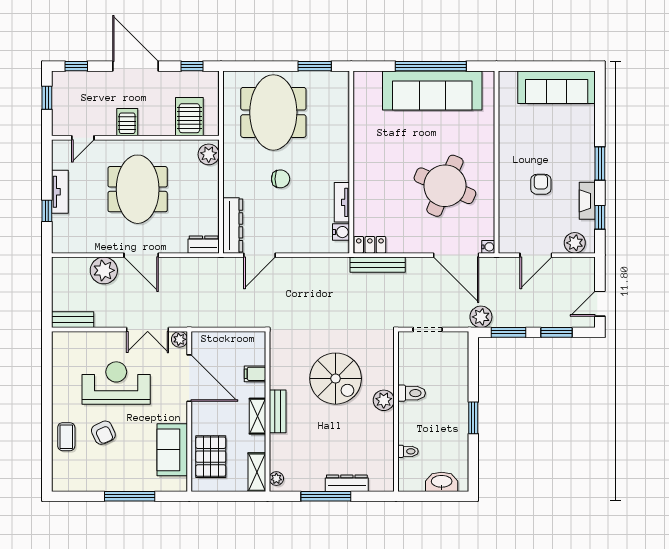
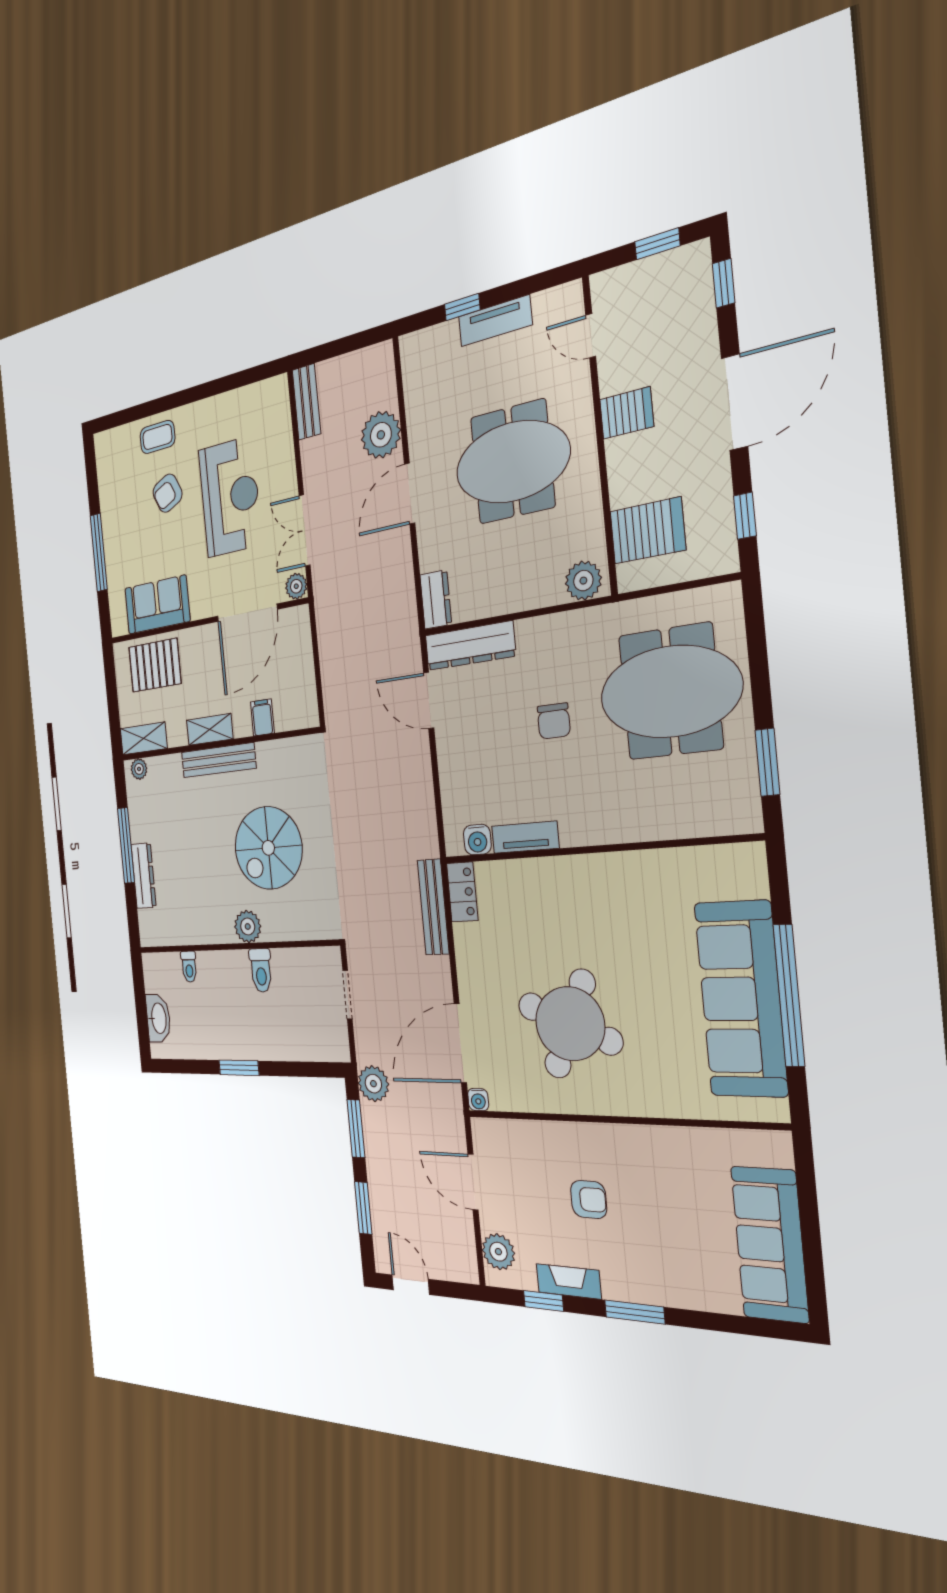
bench: (278, 411) -> (218, 760), width x1.36

